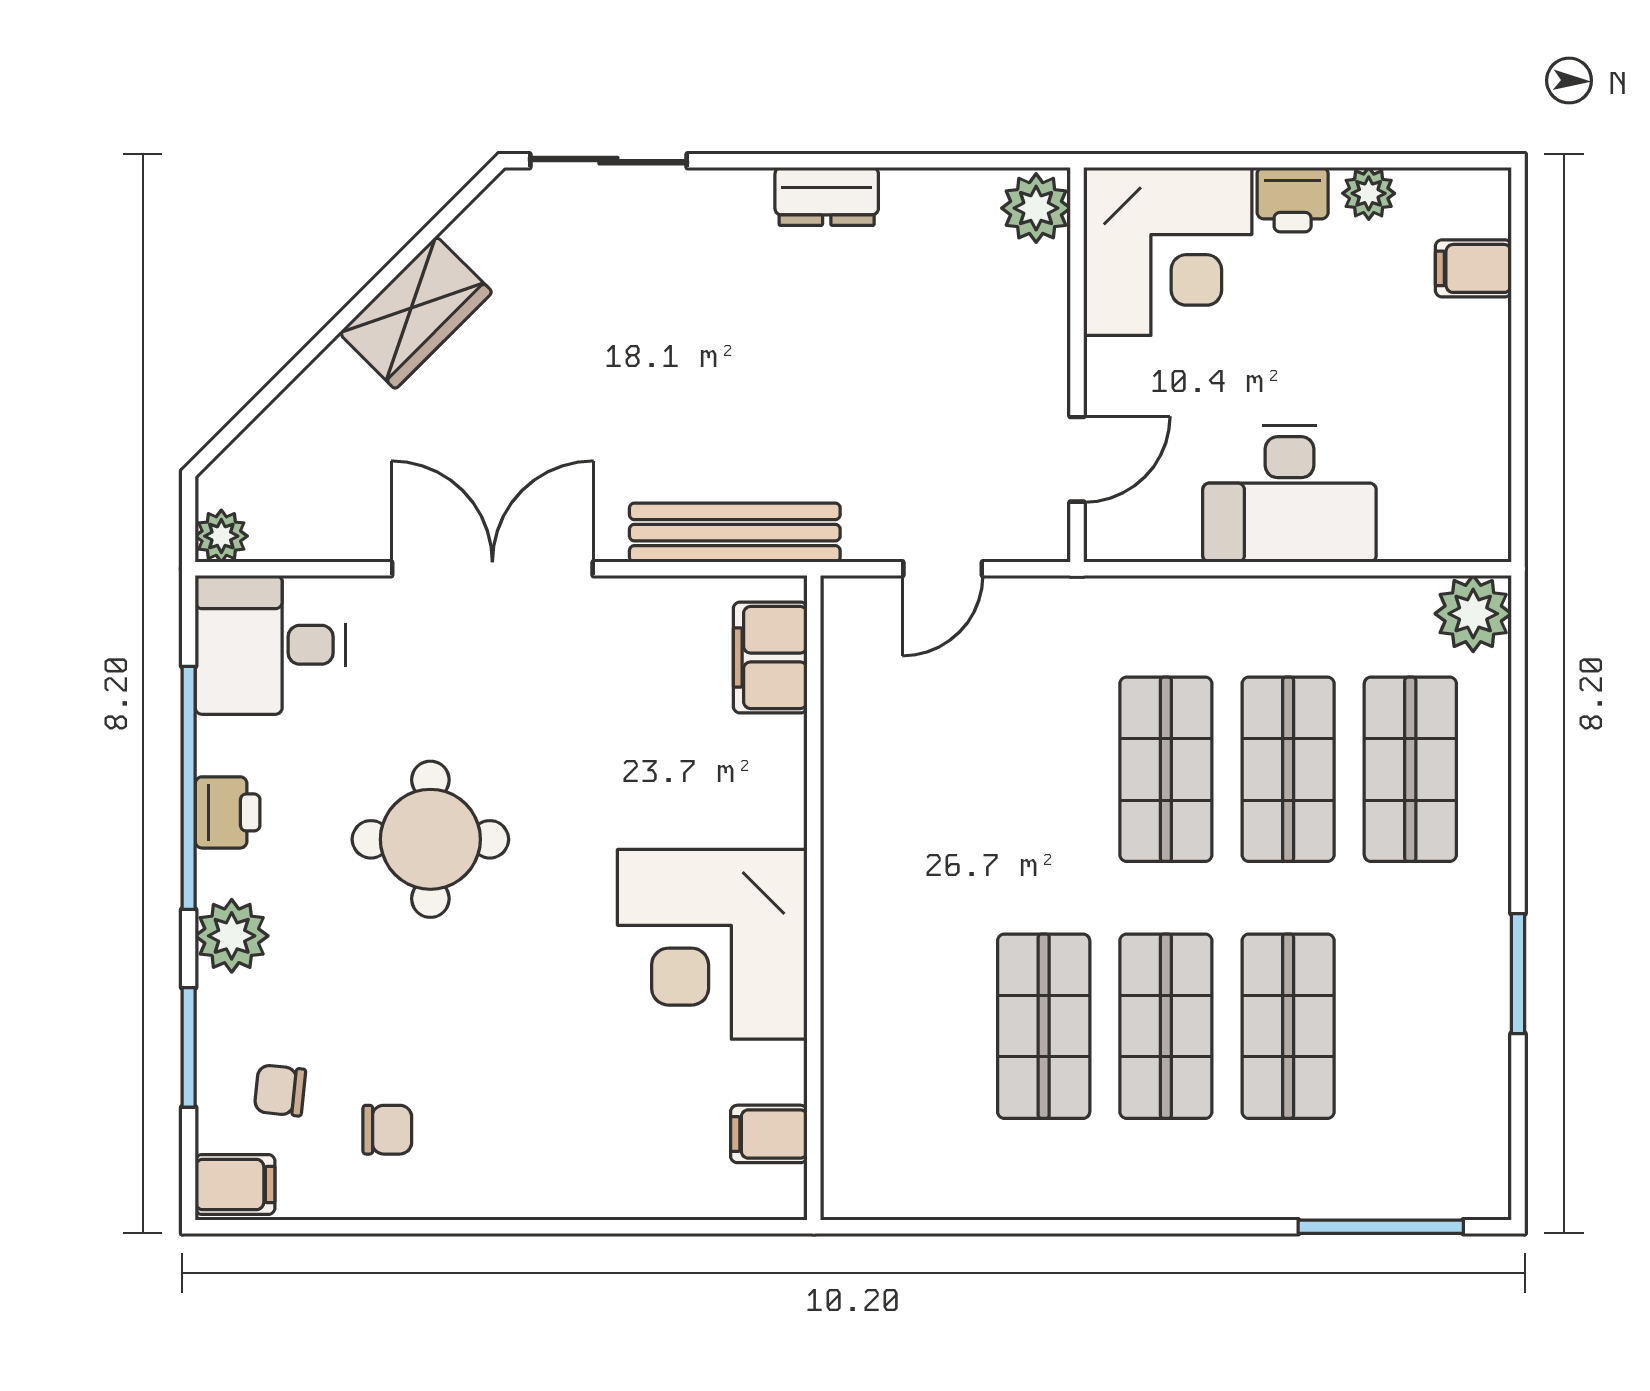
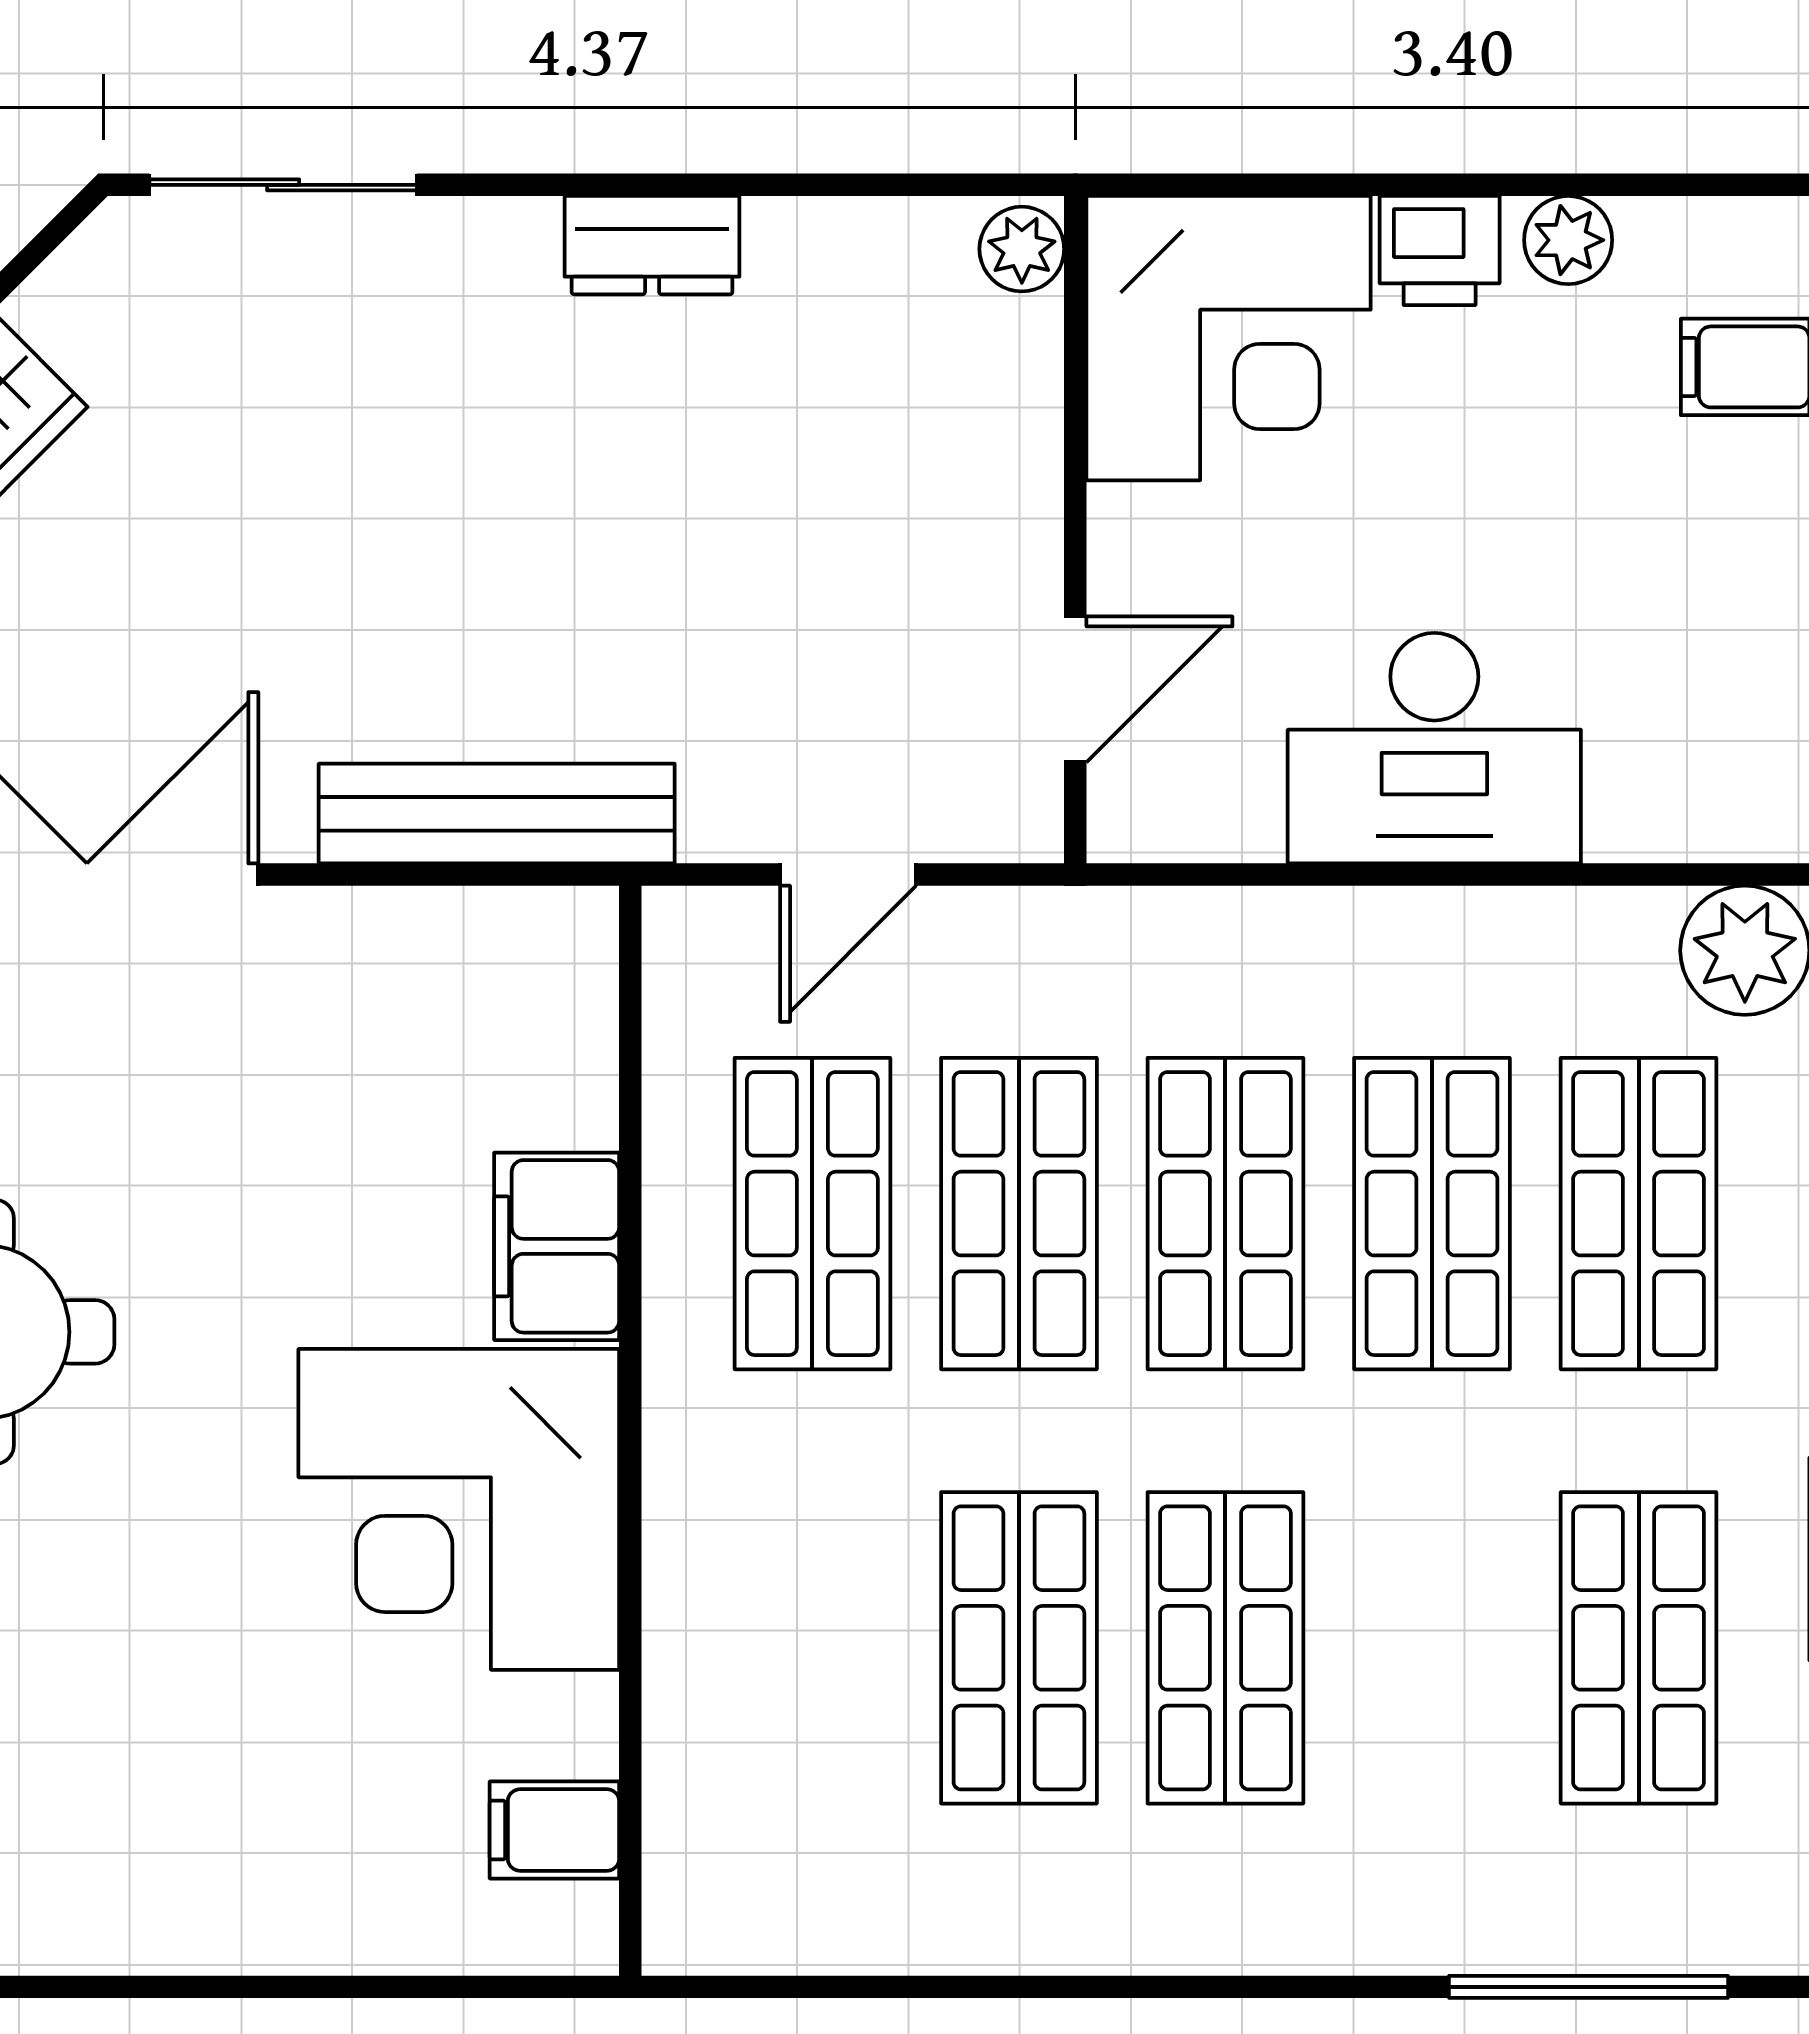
plant: (1036, 208) -> (1022, 249), width x0.73, depth x0.73
filing cabinet: (770, 658) -> (557, 1246), moved
shop shelf: (922, 769) -> (812, 1214), added
shop shelf: (1044, 769) -> (1019, 1214), added
shop shelf: (1288, 1026) -> (1639, 1648), moved

